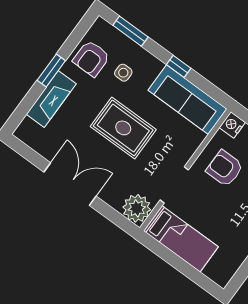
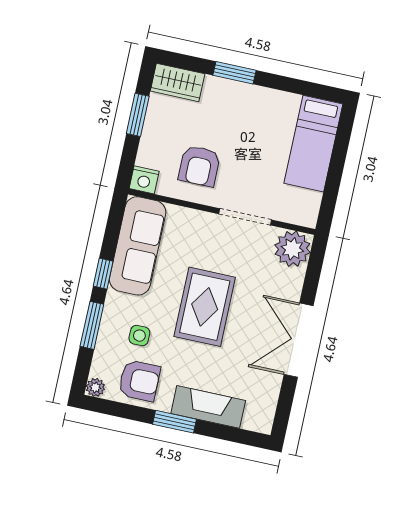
plant: (100, 25) -> (95, 387), added
window: (130, 31) -> (92, 325), moved
bed: (181, 239) -> (313, 144), moved, turned 180

